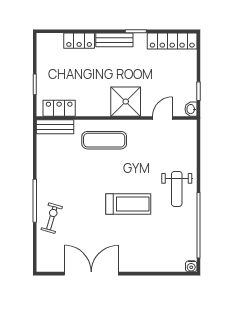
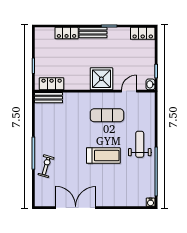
locker: (172, 41) -> (143, 33), width x0.66
exercise mat: (104, 140) -> (107, 115), moved
weight bench: (177, 189) -> (140, 144), turned 180

